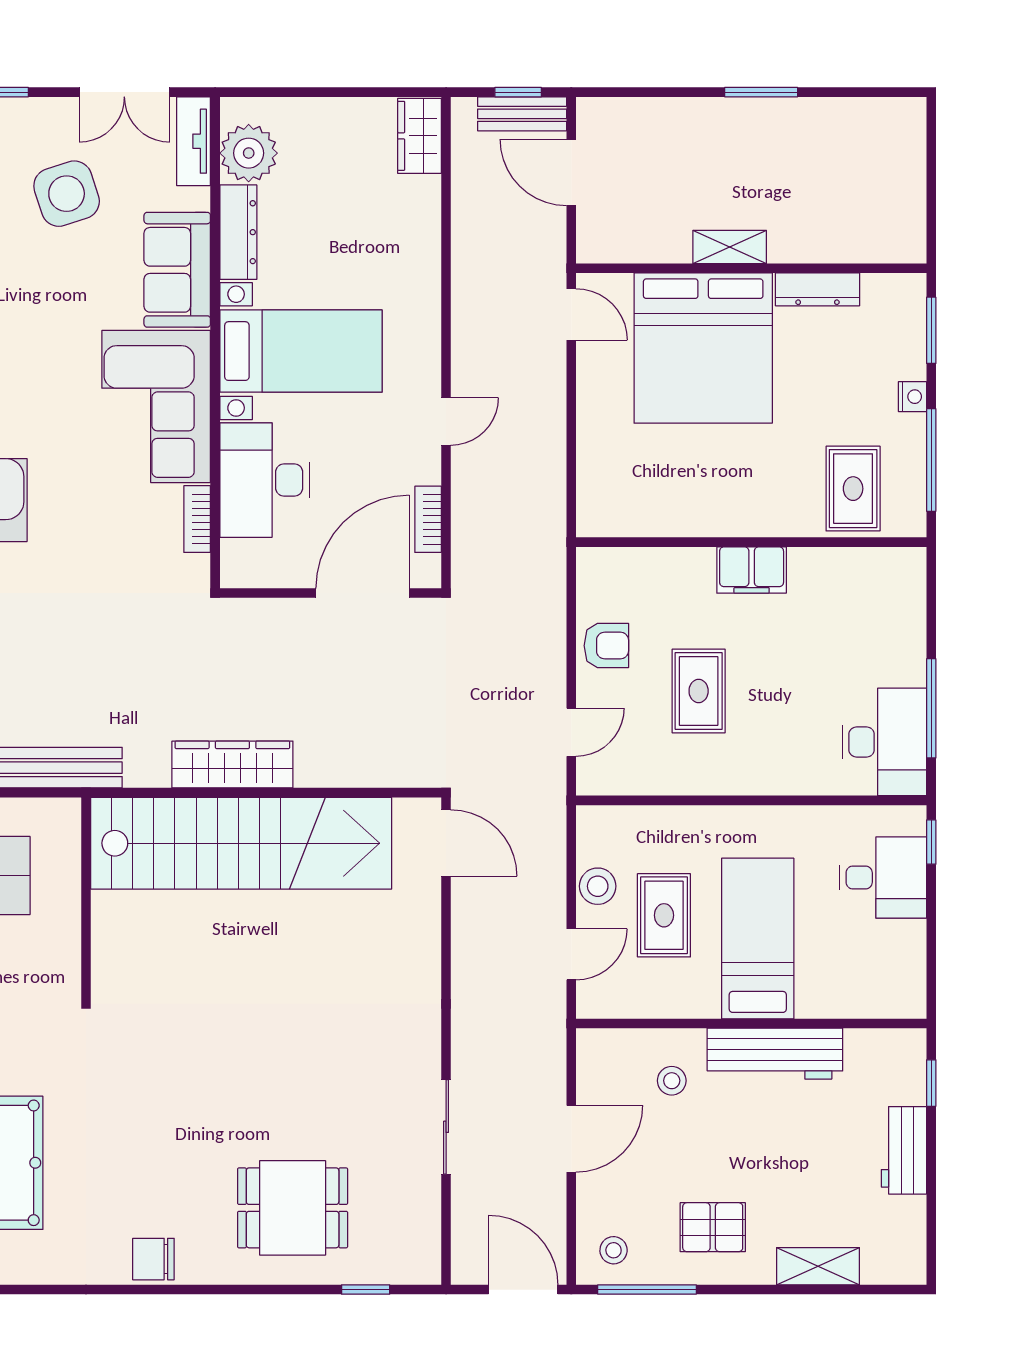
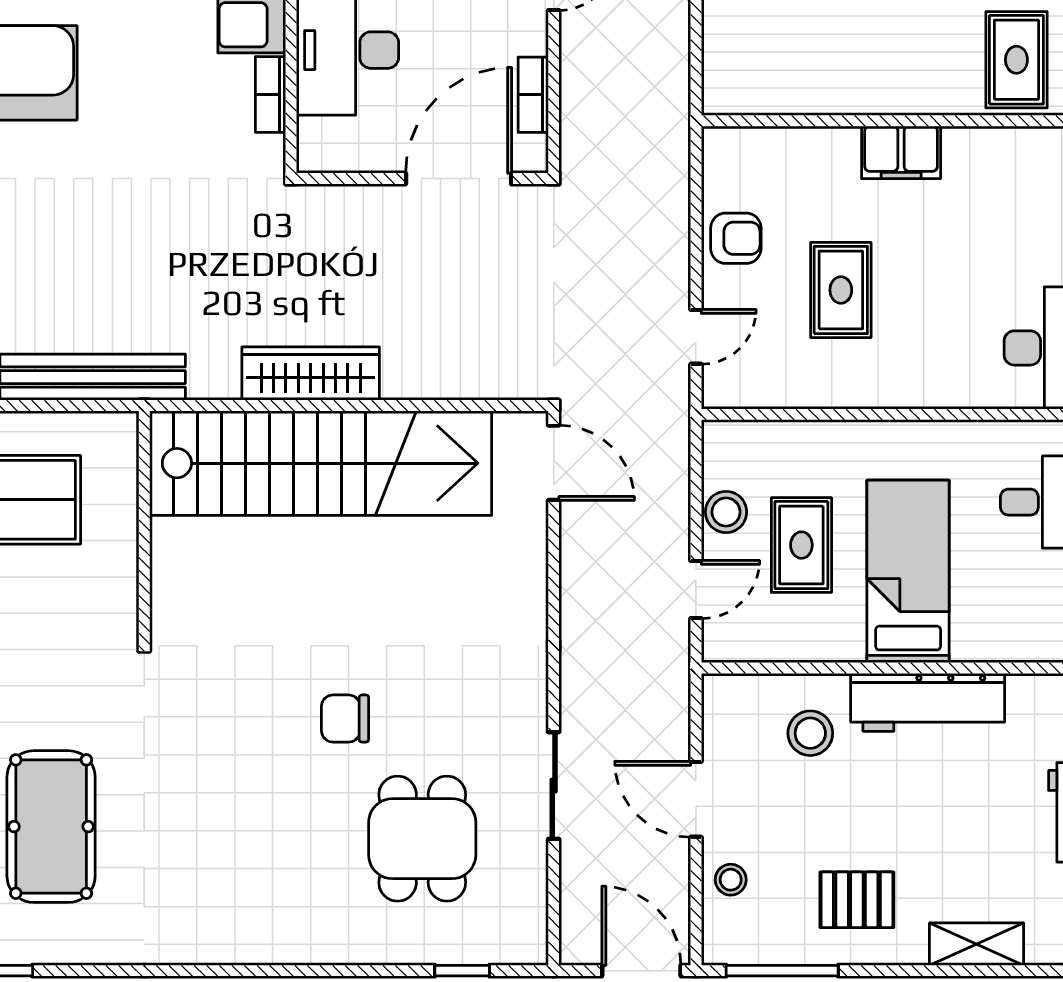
stool: (672, 1081) -> (810, 733), width x1.37, depth x1.37
door: (571, 1139) -> (696, 799), swing flipped
dining table: (293, 1208) -> (422, 839), moved, turned 90
stool: (614, 1250) -> (731, 880), moved
chair: (153, 1259) -> (345, 719), moved

